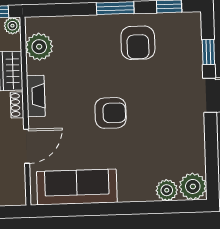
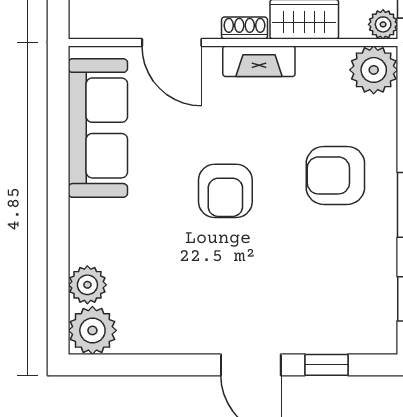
armchair: (138, 43) -> (335, 175), moved
plant: (39, 47) -> (374, 70), moved

